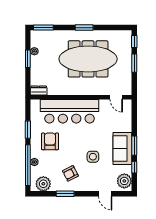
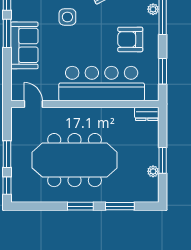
window: (43, 28) -> (120, 206), moved
window: (28, 130) -> (163, 71), moved
armchair: (50, 141) -> (130, 39), turned 90
sofa: (122, 148) -> (24, 45), moved

